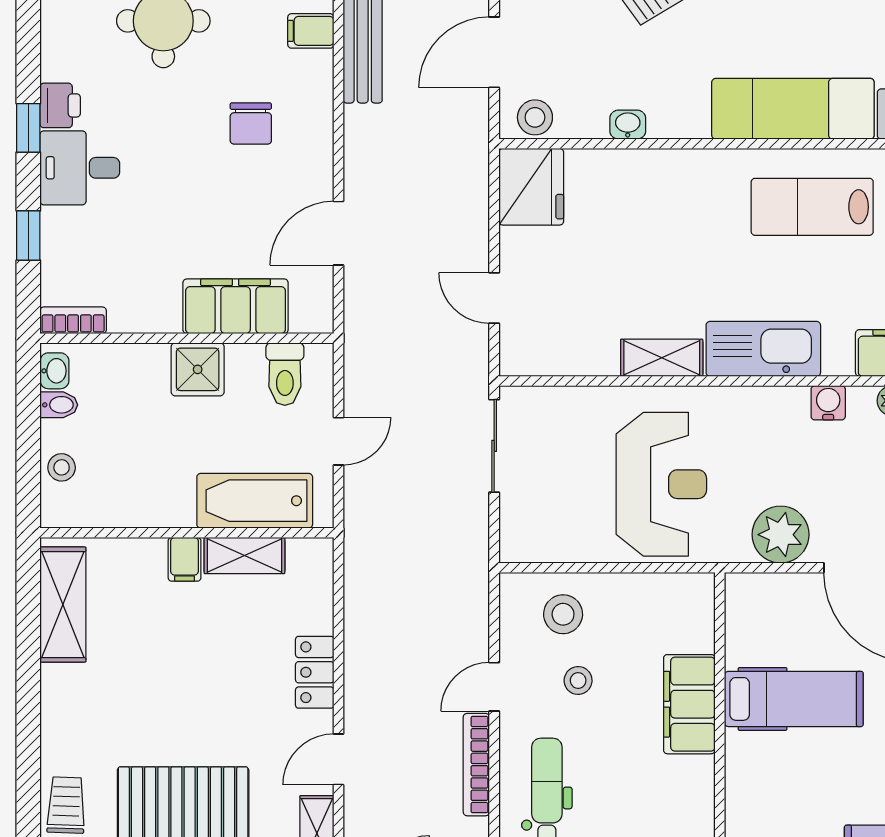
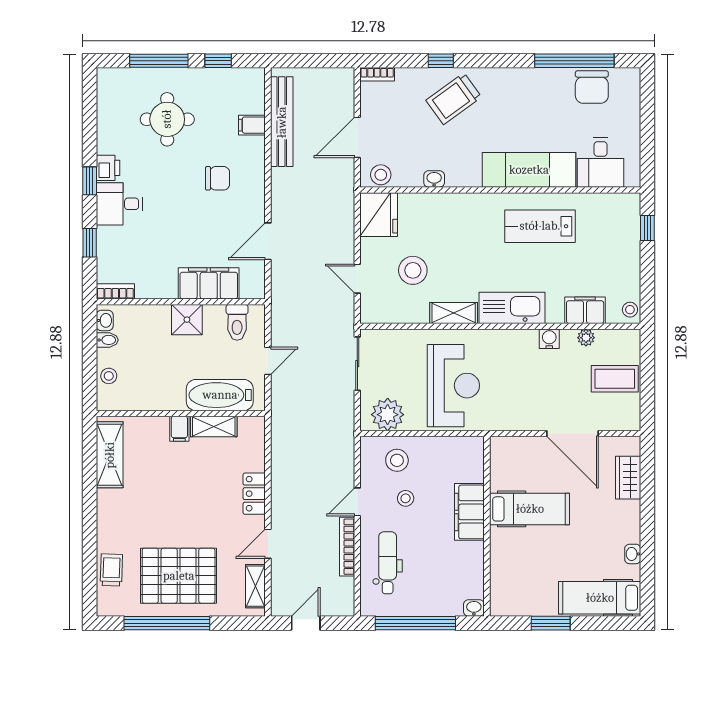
chair: (251, 123) -> (217, 178), turned -90
stool: (591, 284) -> (413, 270), added
plant: (781, 535) -> (388, 415), moved

